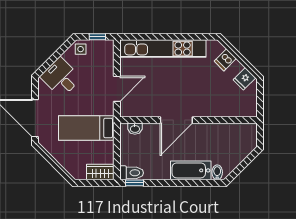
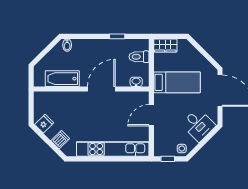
bathtub: (191, 170) -> (62, 79), moved, turned 180
toilet: (132, 173) -> (139, 57), moved
window: (134, 183) -> (117, 36), moved

